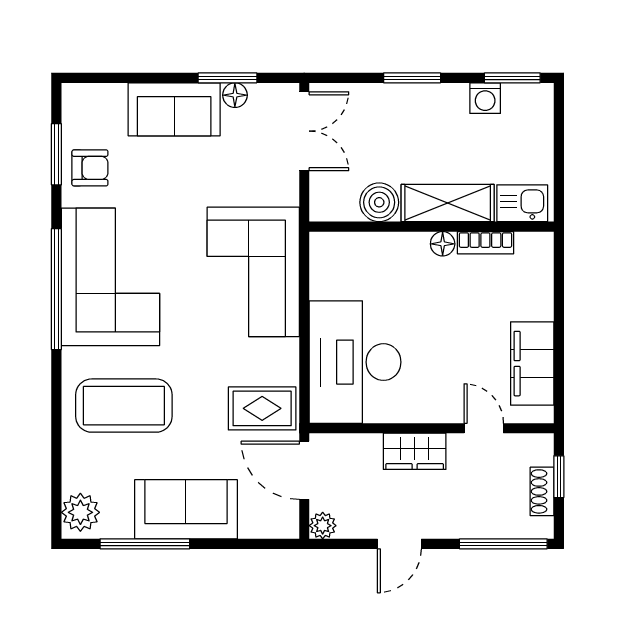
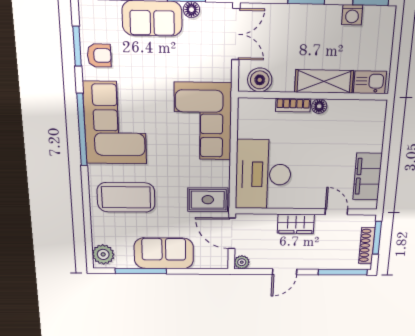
boiler: (379, 202) -> (260, 80), moved
bookcase: (485, 243) -> (293, 105), moved
window: (559, 477) -> (377, 238), width x1.50
shoe rack: (542, 491) -> (367, 245), width x1.43

